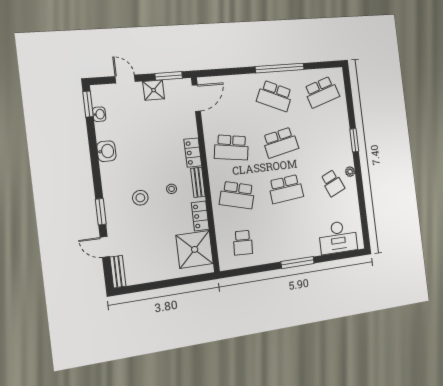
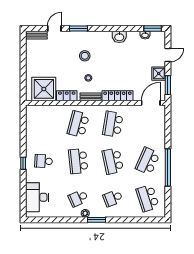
door: (196, 98) -> (151, 103), swing flipped
school desk: (327, 138) -> (113, 198), added
window: (354, 140) -> (96, 220), moved
locker: (193, 153) -> (117, 96), width x1.53
school desk: (243, 243) -> (44, 161), moved
window: (298, 262) -> (23, 163), width x0.46

